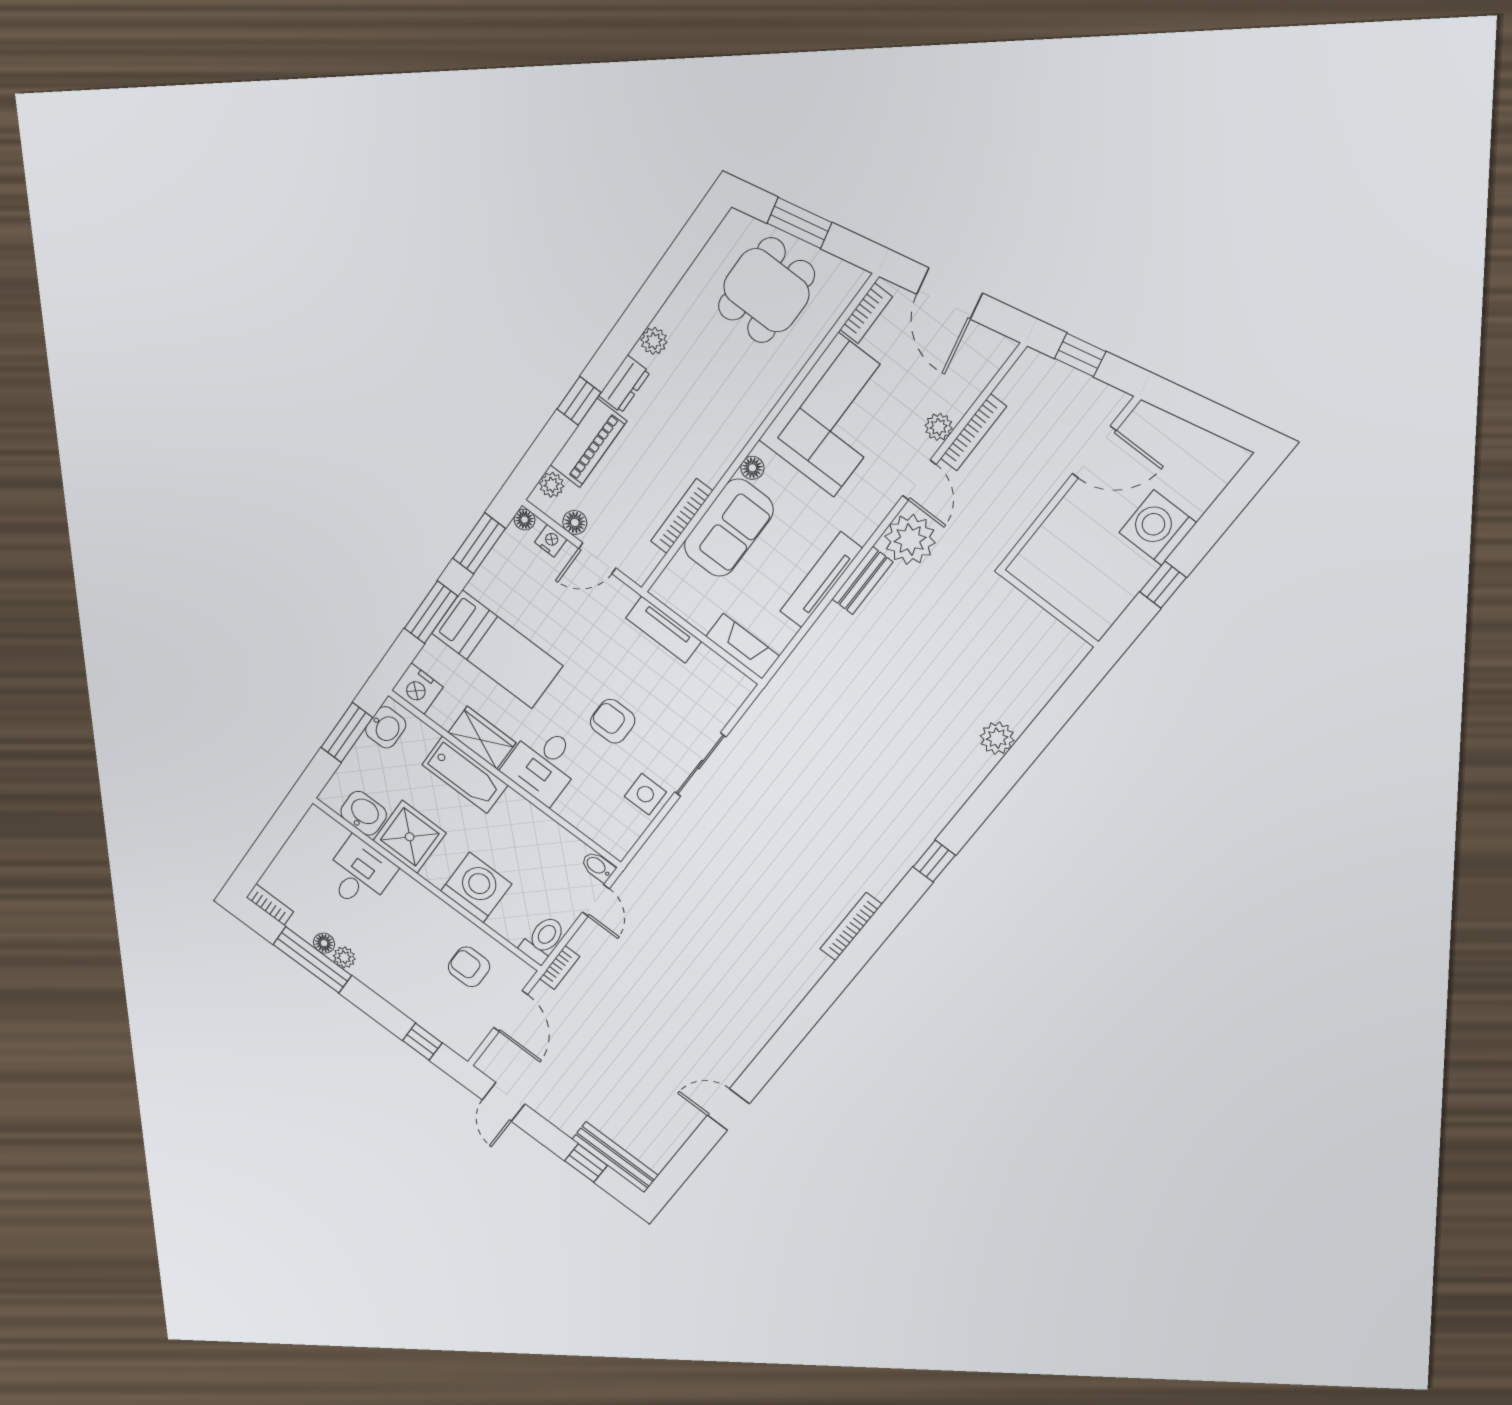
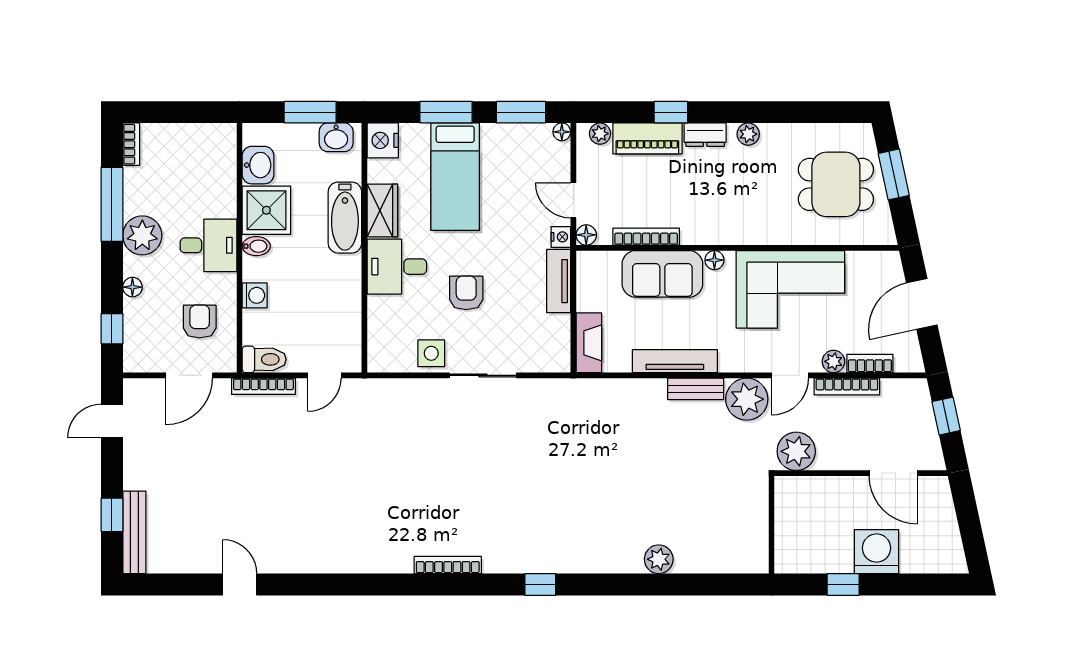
bookcase: (866, 313) -> (870, 364), moved, turned 180
floor lamp: (575, 522) -> (586, 235), moved
plant: (998, 531) -> (796, 451), added
nightstand: (551, 541) -> (561, 237), moved
bidet: (598, 867) -> (256, 246), moved, turned 90
desk: (359, 874) -> (208, 245), moved
washing machine: (476, 888) -> (255, 295), width x0.53, depth x0.53
floor lamp: (324, 943) -> (132, 287), moved
plant: (344, 957) -> (142, 235), width x1.88, depth x1.88
bookcase: (560, 968) -> (263, 386), width x1.56

